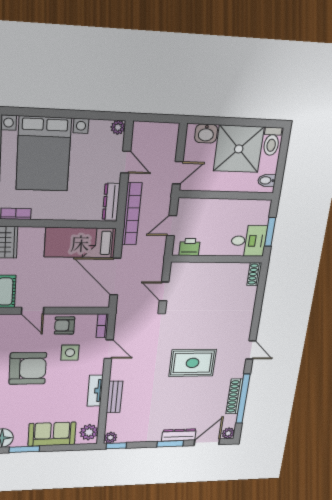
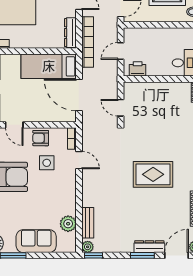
tv unit: (95, 391) -> (70, 199), removed
bench: (114, 397) -> (88, 223), moved
plant: (89, 432) -> (68, 224), moved

